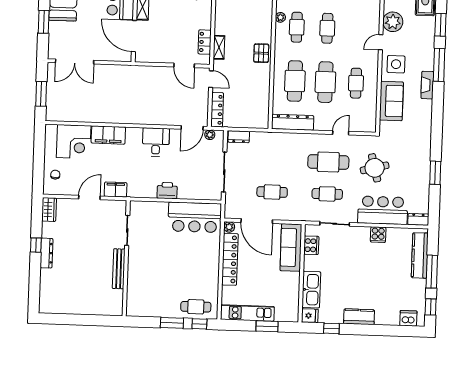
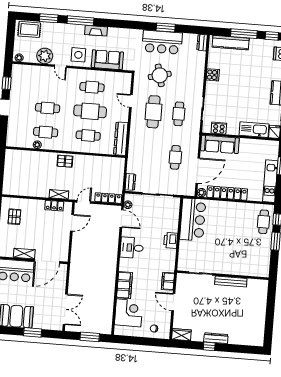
cafe table: (295, 81) -> (88, 136), width x0.73, depth x0.74
bar counter: (383, 210) -> (162, 42), moved, turned -90

